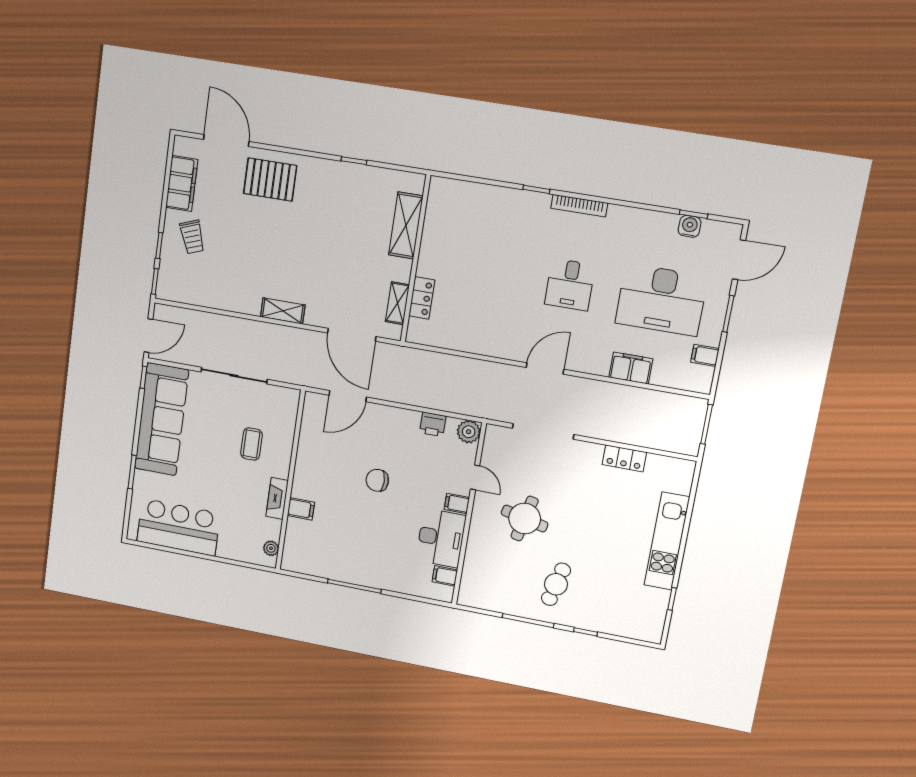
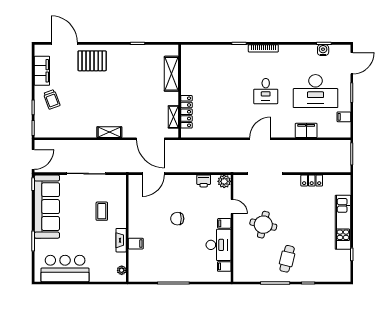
locker: (422, 298) -> (186, 112), width x1.53

